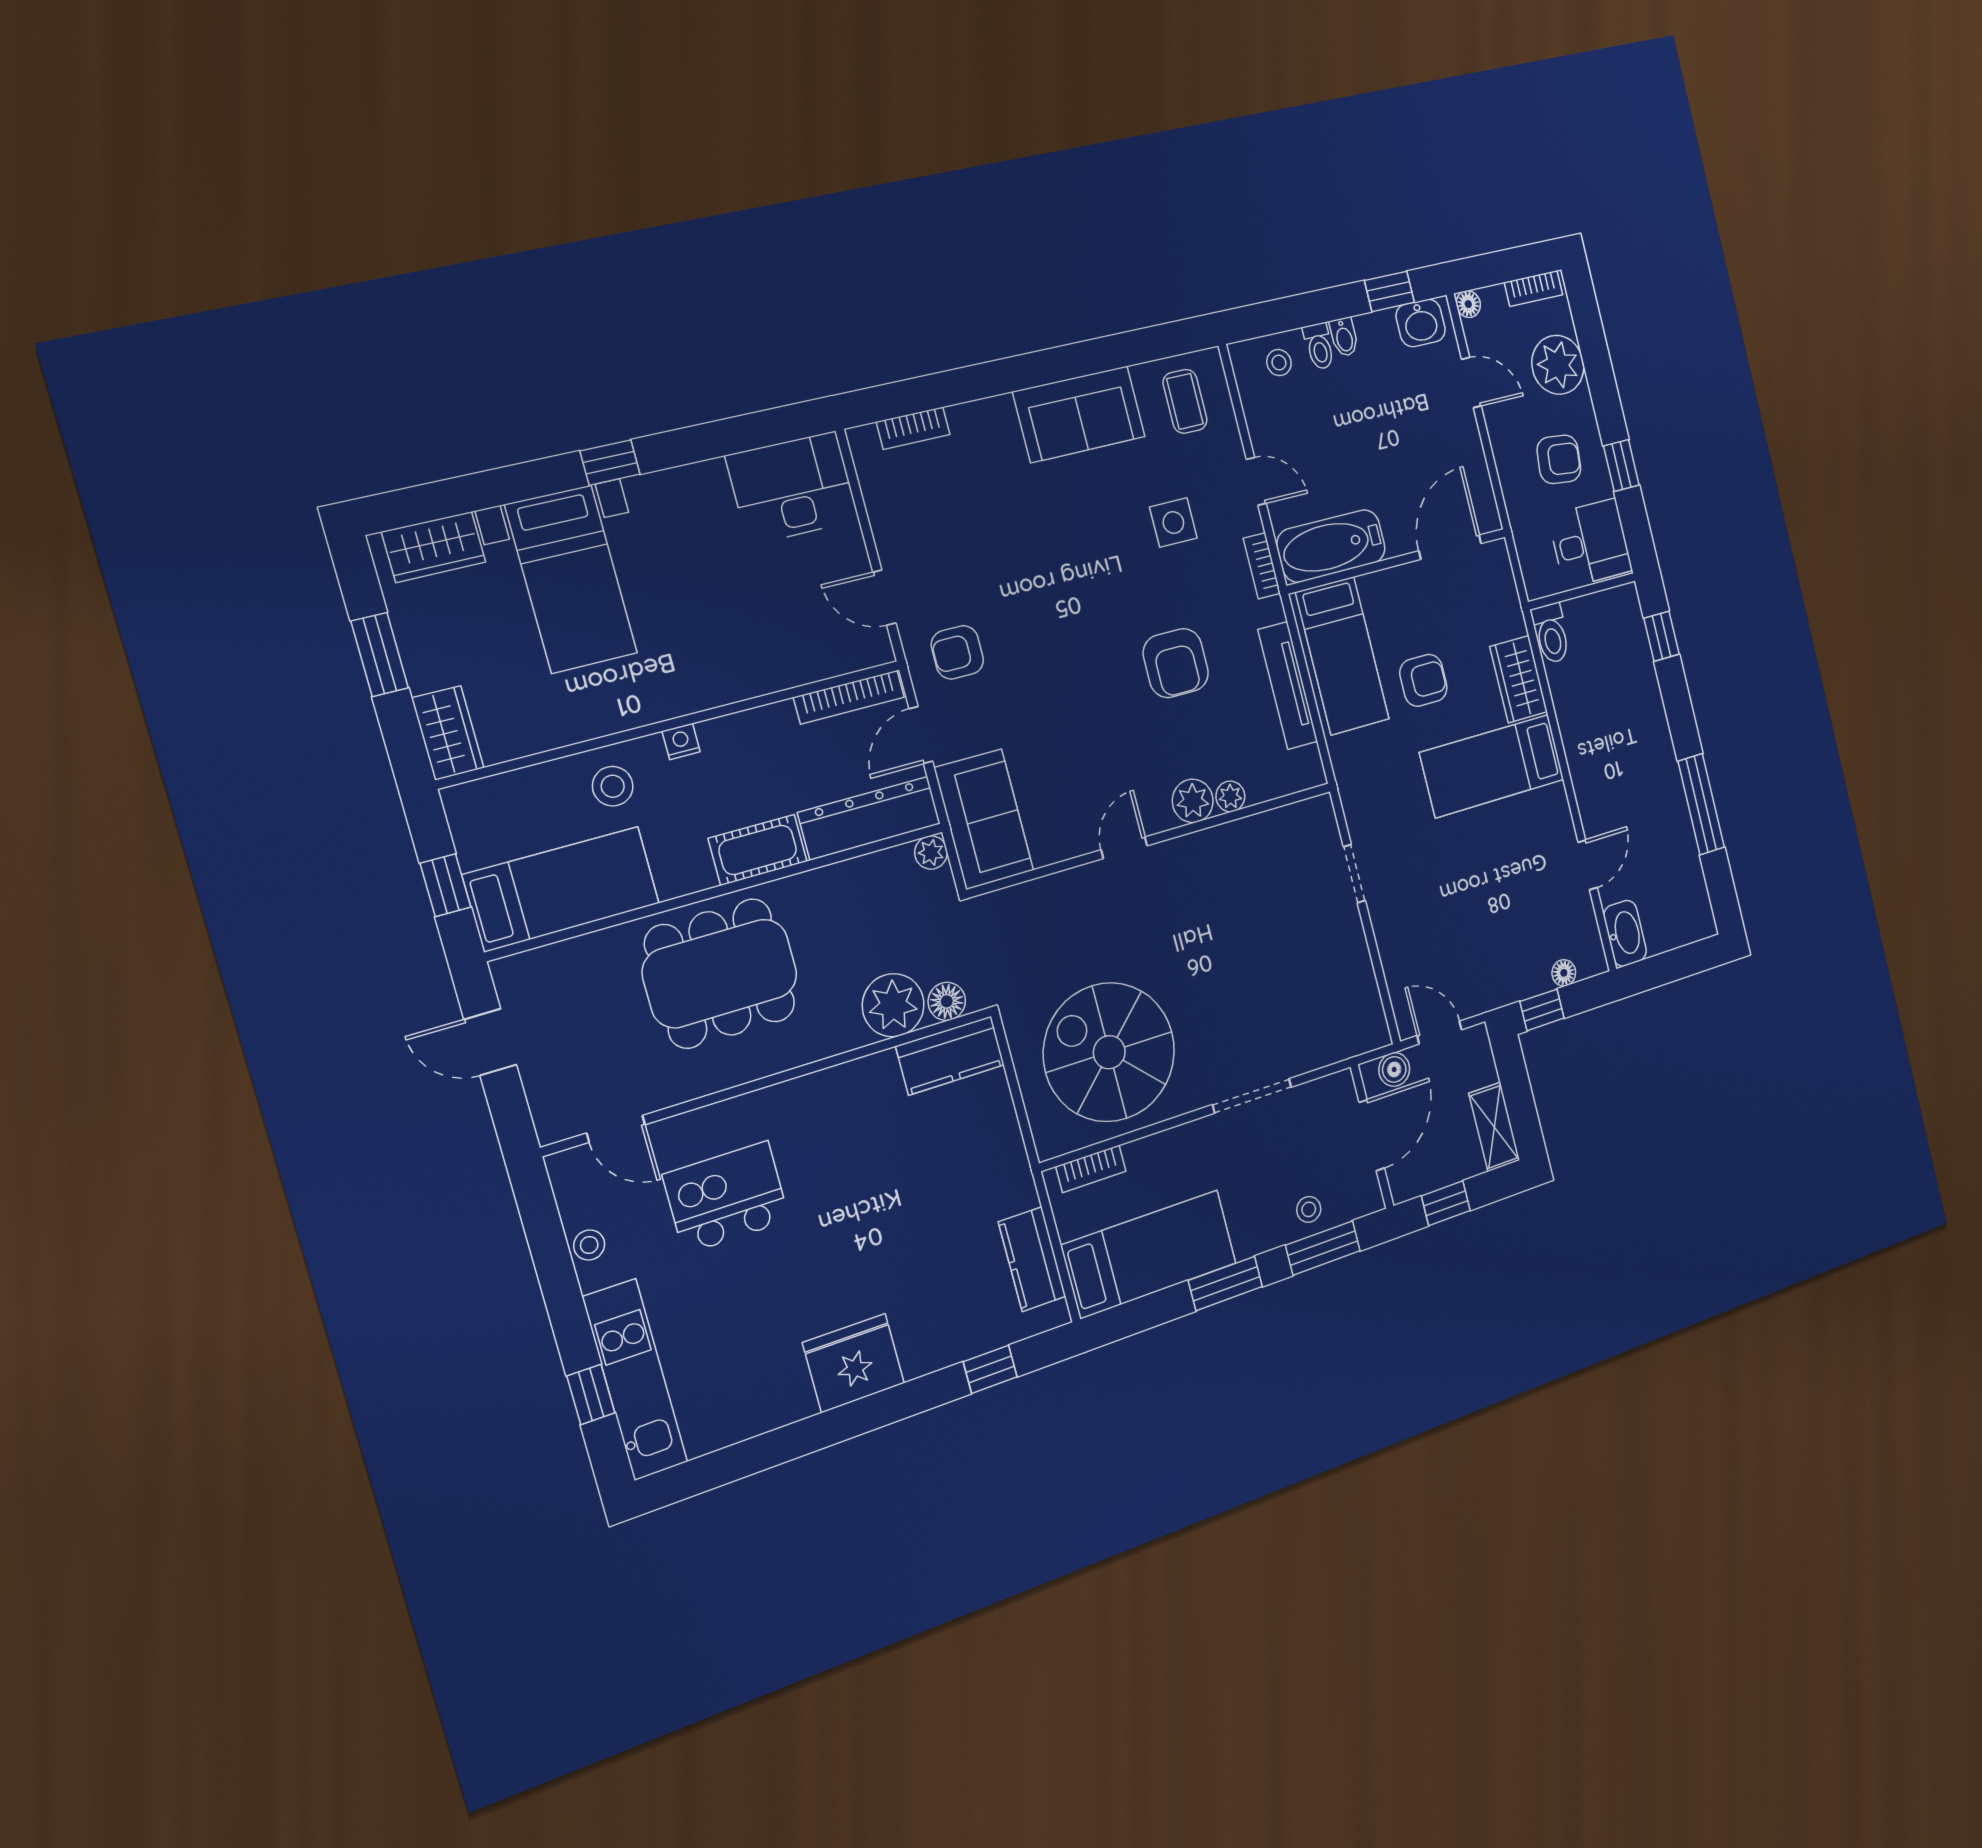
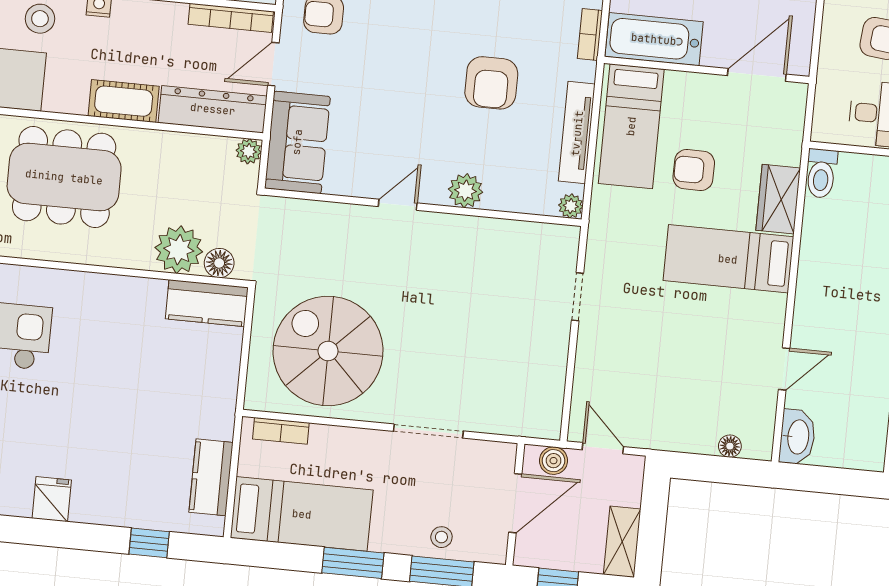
armchair: (1423, 680) -> (694, 170), turned 180
plant: (1230, 796) -> (571, 206), moved
window: (1542, 1010) -> (699, 467), removed
fridge: (854, 1363) -> (52, 499), width x0.53, depth x0.75

